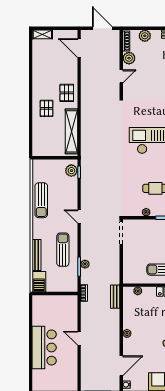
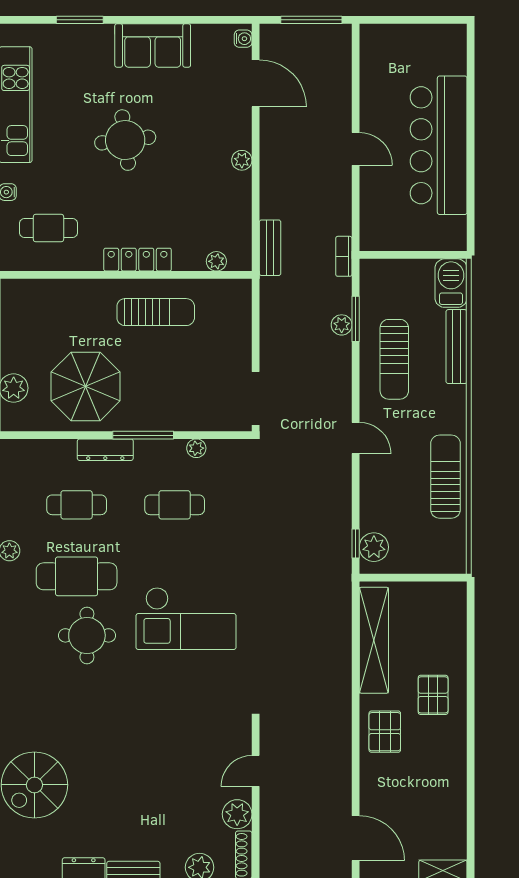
bar counter: (44, 348) -> (439, 145), width x1.36
door: (121, 366) -> (256, 83), swing flipped

